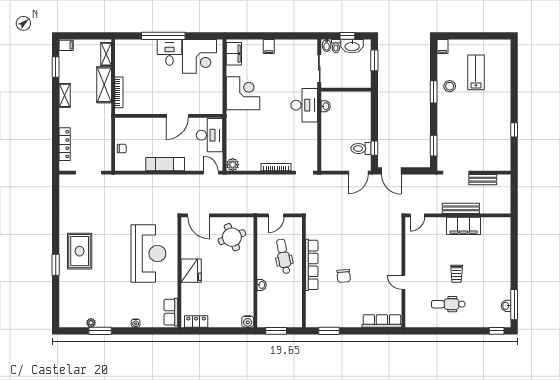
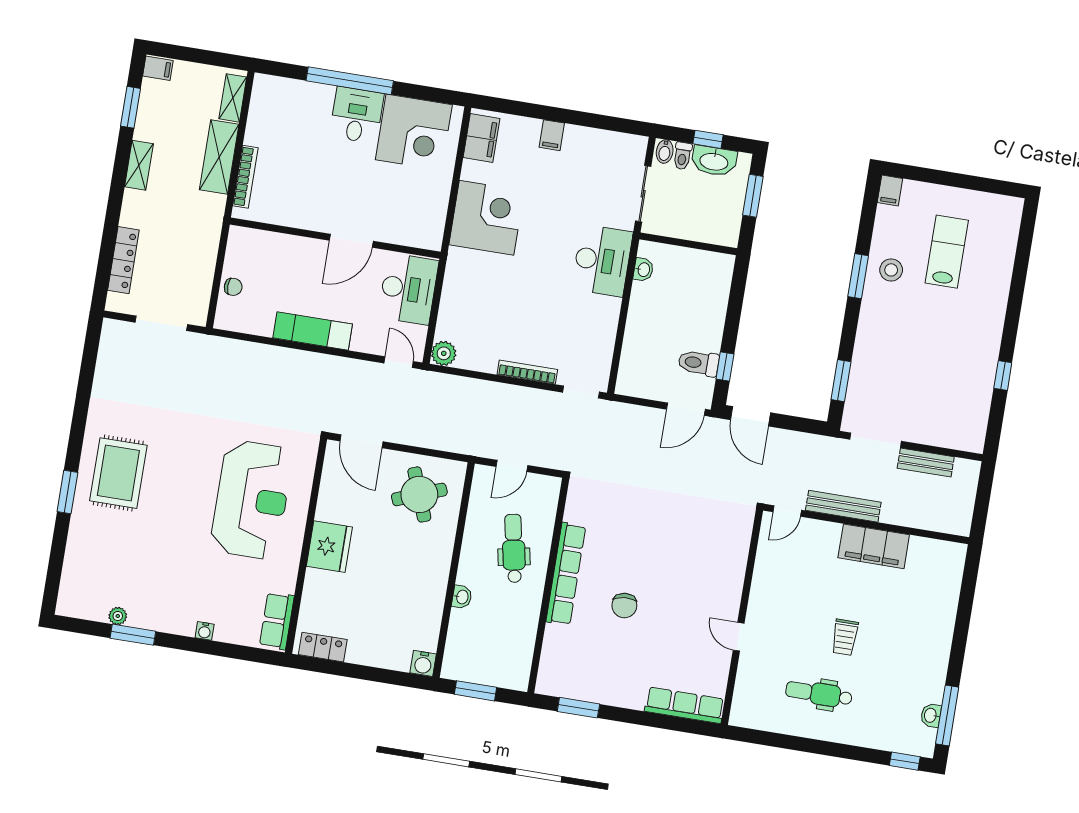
bench: (461, 208) -> (843, 506), moved

